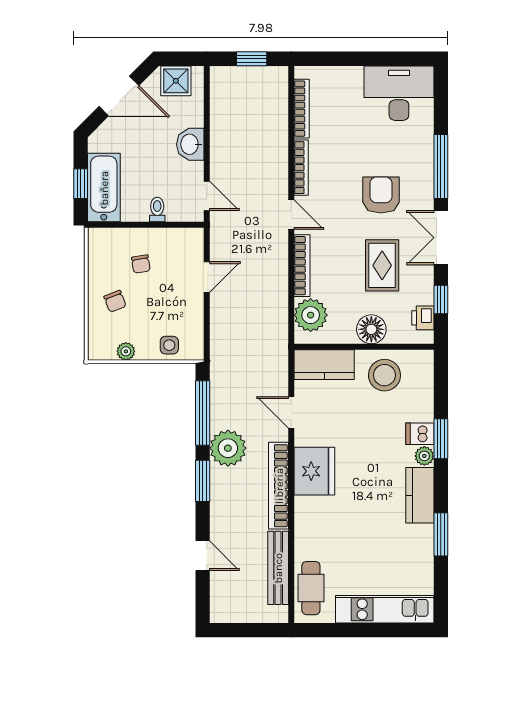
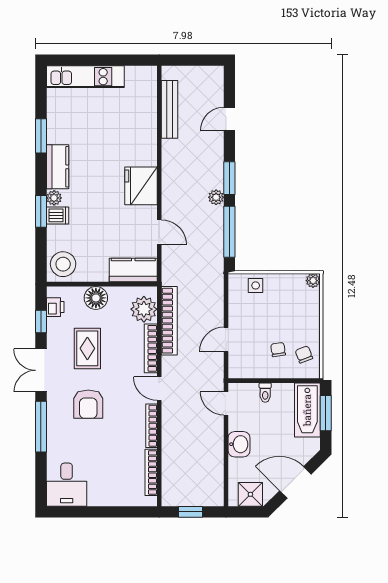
desk: (399, 93) -> (67, 485), width x0.73
window: (81, 184) -> (326, 413), width x1.50
double door: (441, 238) -> (41, 370), swing flipped
chair: (115, 301) -> (304, 354), moved
plant: (126, 351) -> (313, 281), moved
stool: (384, 375) -> (63, 264), moved
plant: (228, 448) -> (216, 197), width x0.53, depth x0.53
bookcase: (279, 486) -> (169, 321), moved
door: (203, 556) -> (229, 119), hinge flipped
cafe table: (311, 588) -> (144, 93), removed

